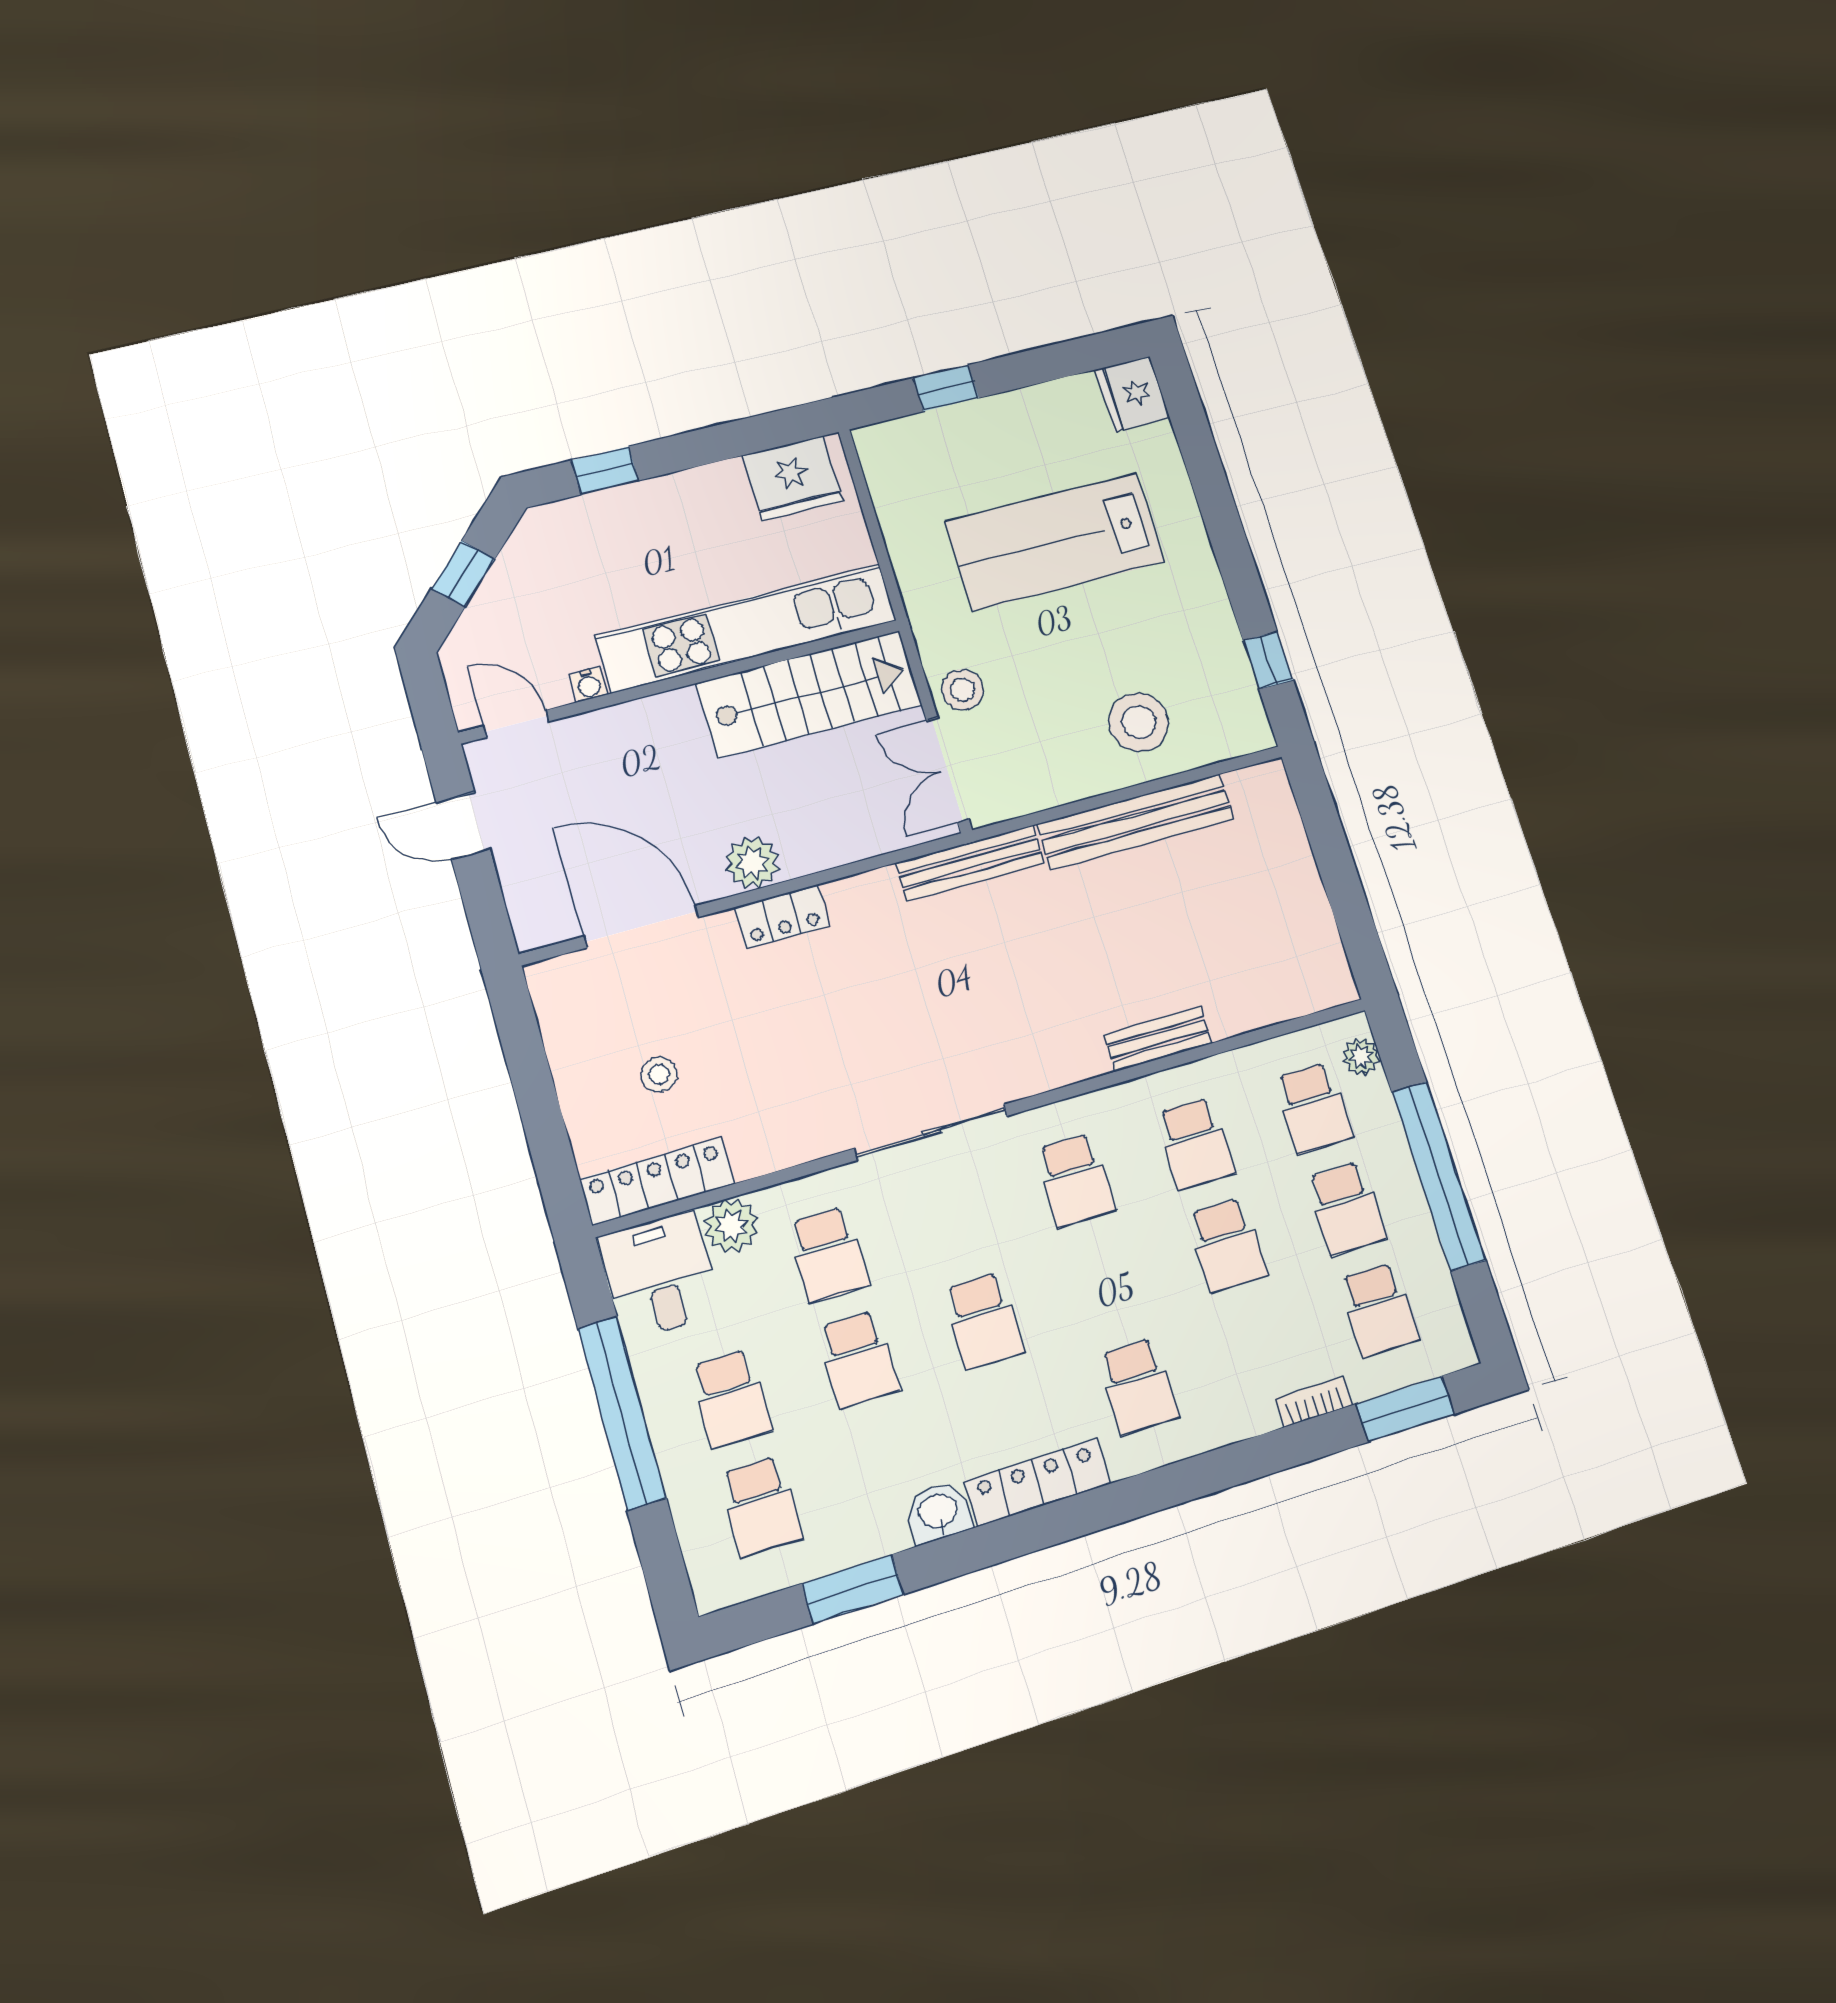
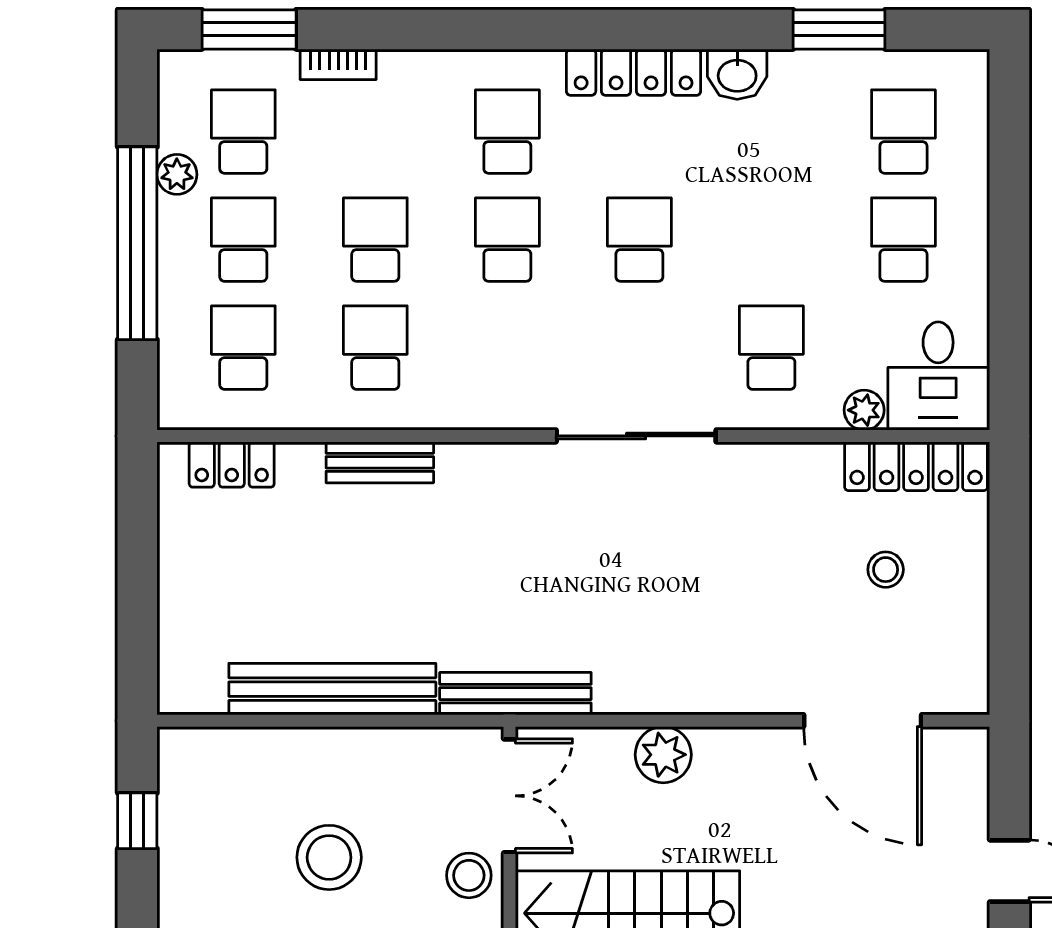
stool: (1139, 722) -> (329, 857), moved
plant: (752, 863) -> (663, 755), moved
locker: (782, 917) -> (232, 465), moved, turned 180
plant: (1361, 1057) -> (177, 174), moved
school desk: (1075, 1180) -> (507, 240), moved
plant: (732, 1226) -> (864, 410), width x0.73, depth x0.73
school desk: (858, 1359) -> (771, 240), removed
window: (622, 1413) -> (1009, 258), removed

